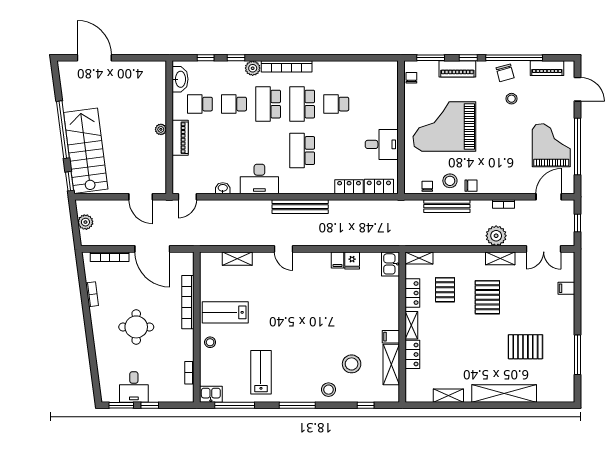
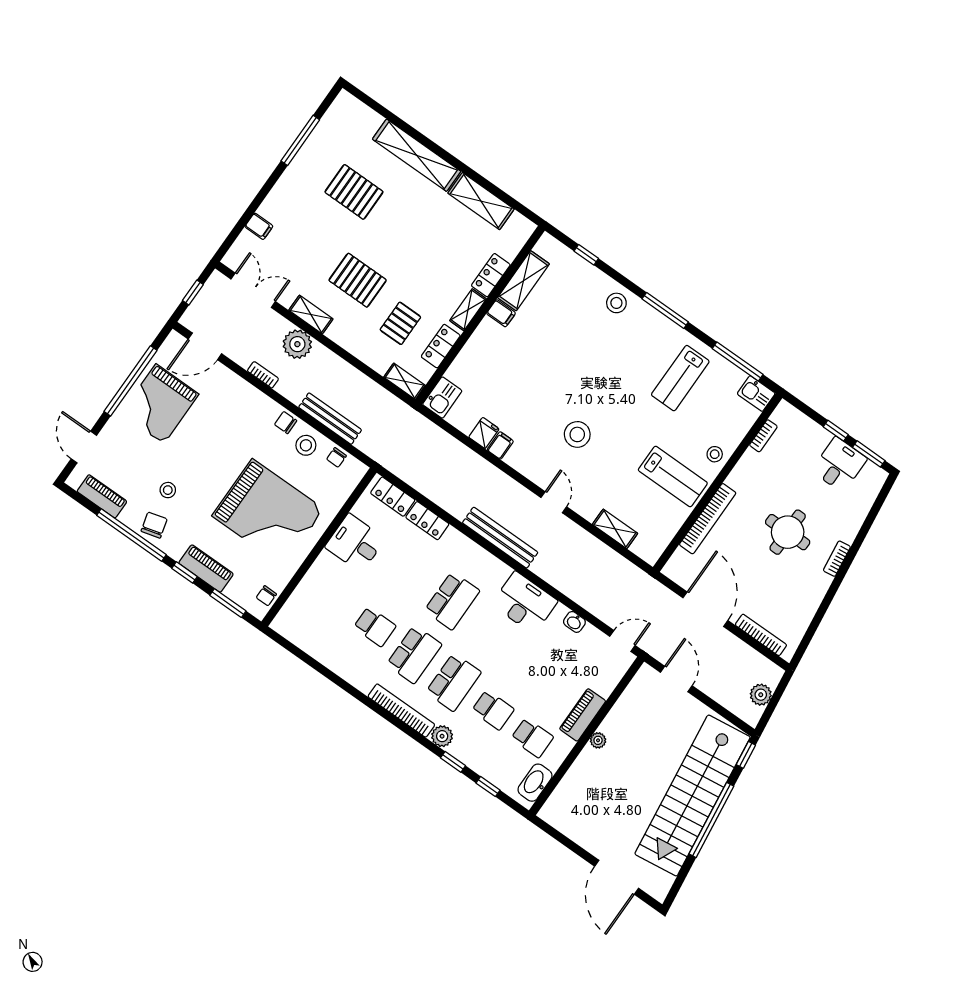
stairs: (86, 151) -> (692, 796), width x1.36
bookcase: (92, 294) -> (837, 559), moved
pallet: (487, 297) -> (358, 280), turned 90
stool: (352, 364) -> (577, 434), moved
shelving: (448, 396) -> (481, 201), width x1.50, depth x1.33

